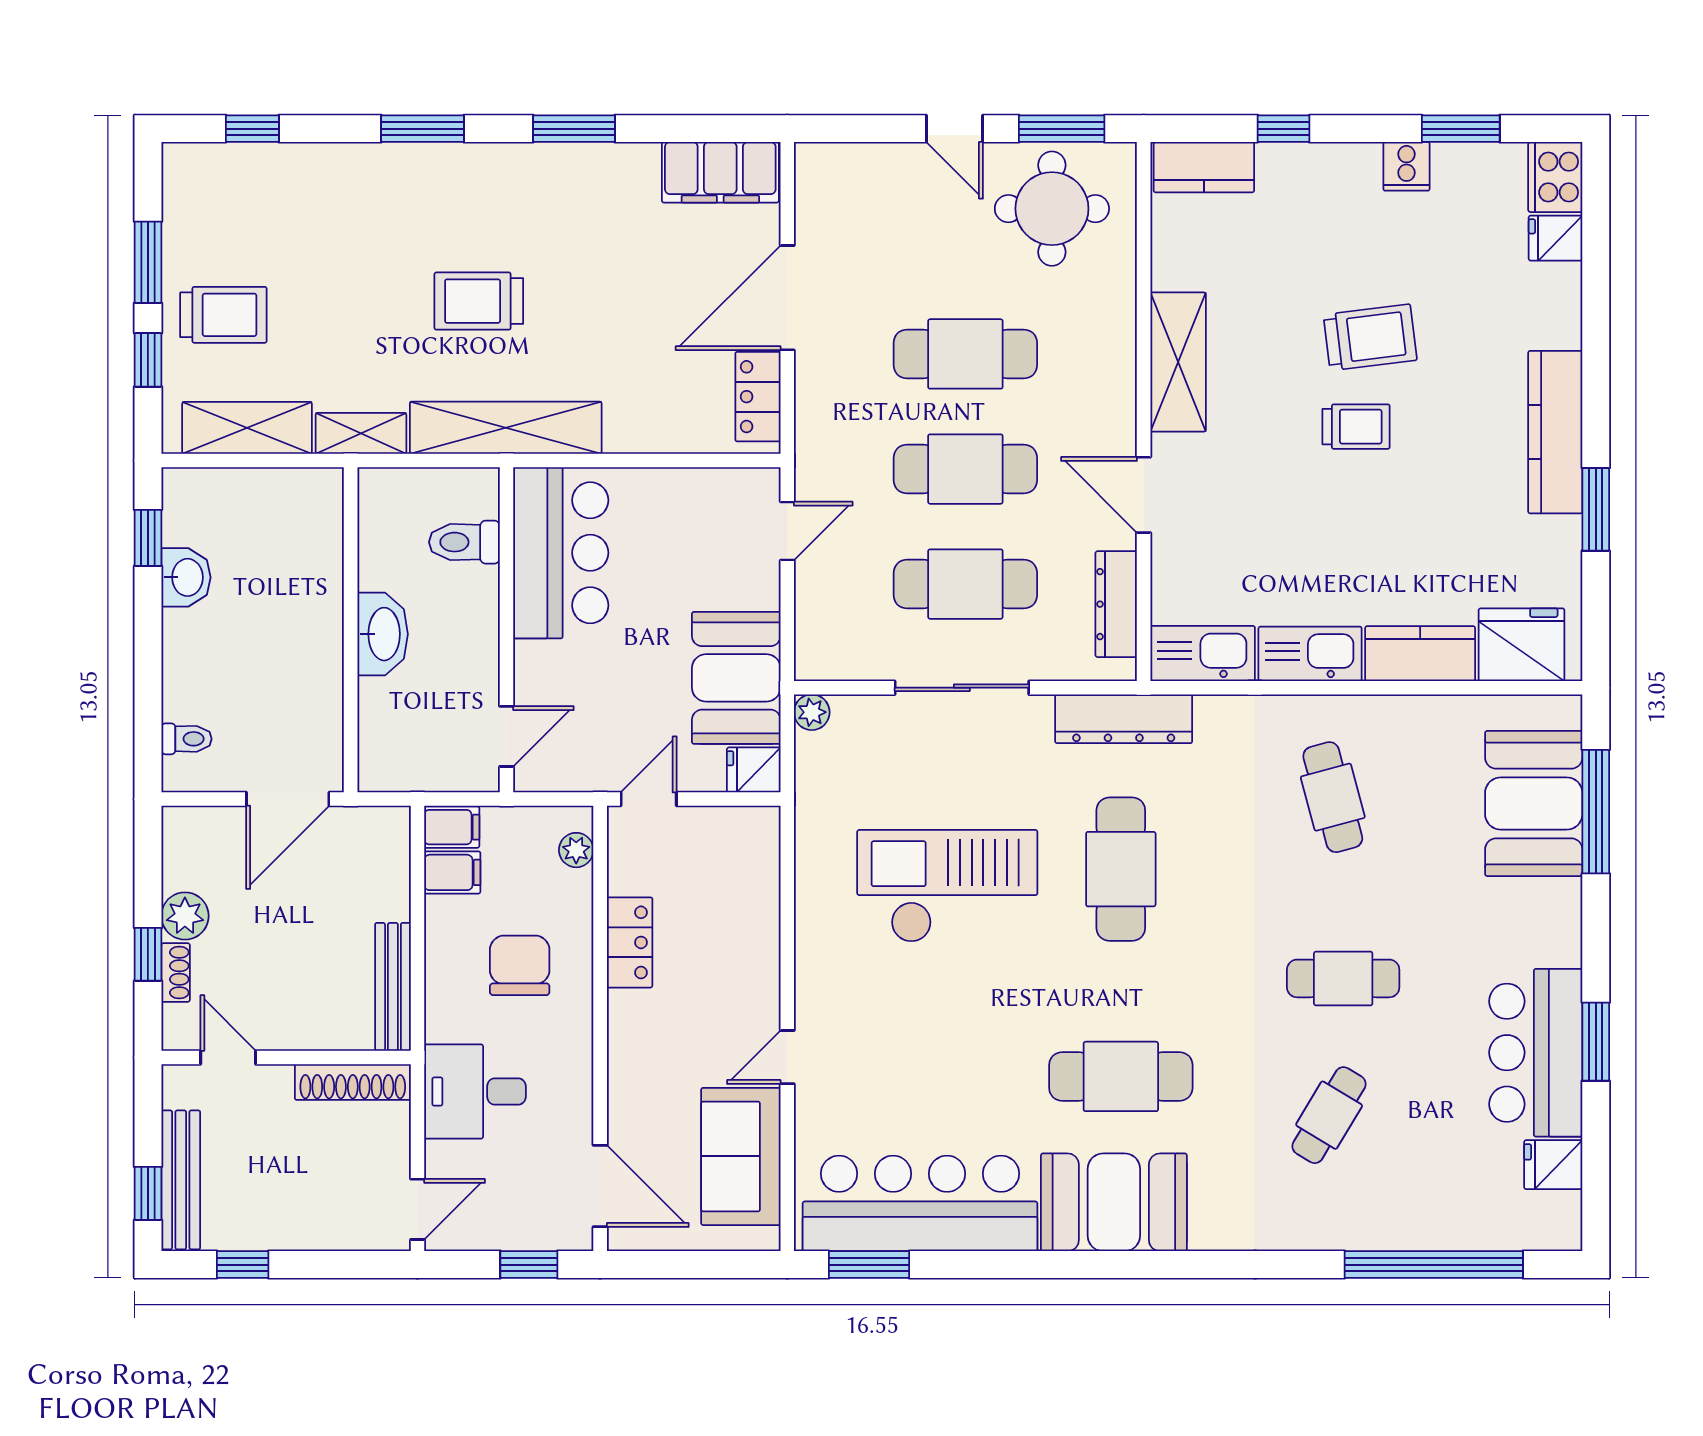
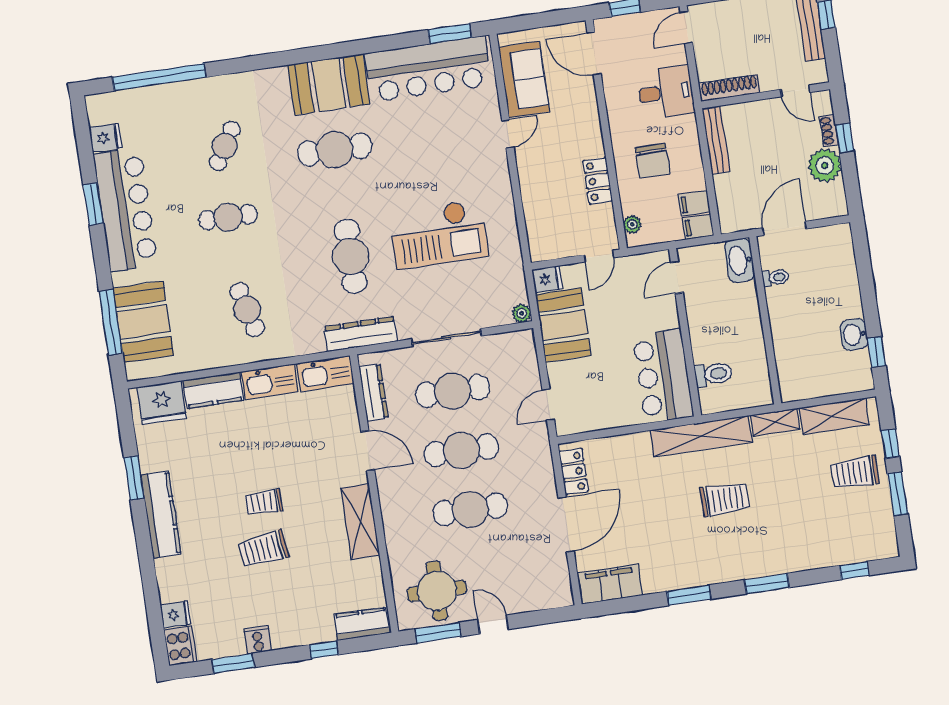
washbasin: (383, 634) -> (739, 260), moved
toilet: (187, 739) -> (776, 278), moved, turned 180
plant: (185, 916) -> (825, 165), width x1.36, depth x1.36
bar counter: (1536, 1053) -> (125, 210), width x1.36

